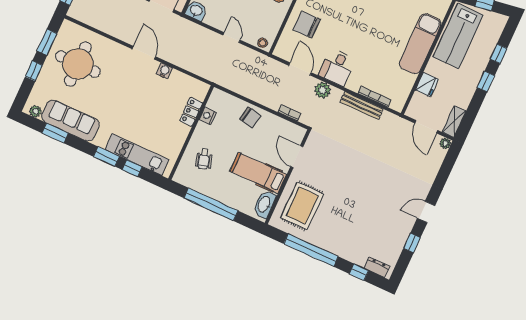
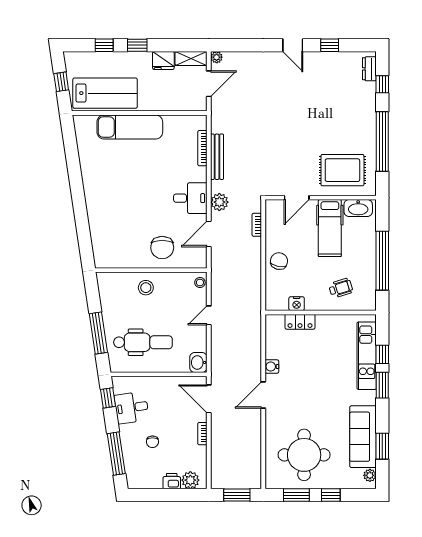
fridge: (427, 85) -> (163, 60), moved, turned 180

